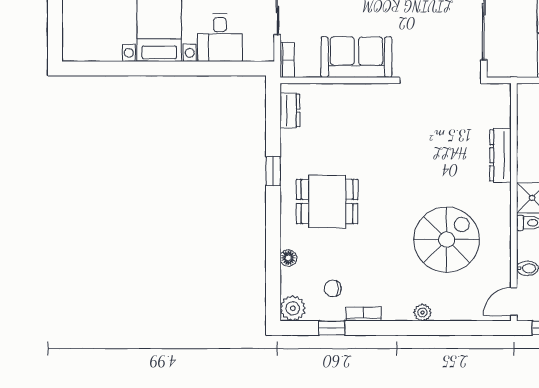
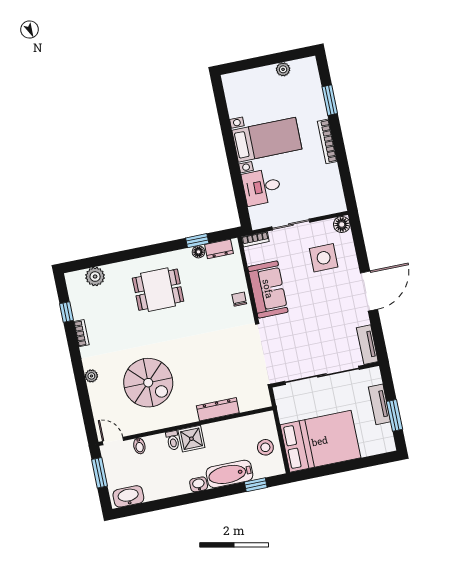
window: (273, 171) -> (197, 241), moved
dining table: (327, 202) -> (158, 290), turned 90
floor lamp: (288, 258) -> (198, 252), moved
chair: (333, 288) -> (239, 299), moved
plant: (293, 308) -> (95, 277), moved

